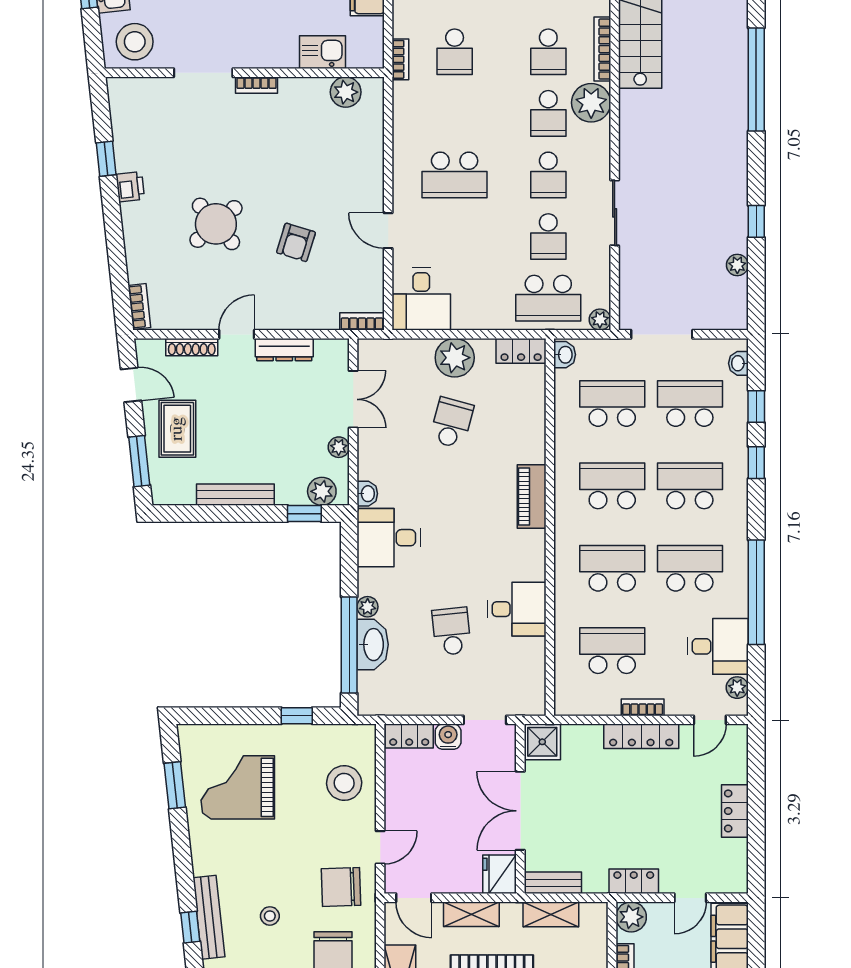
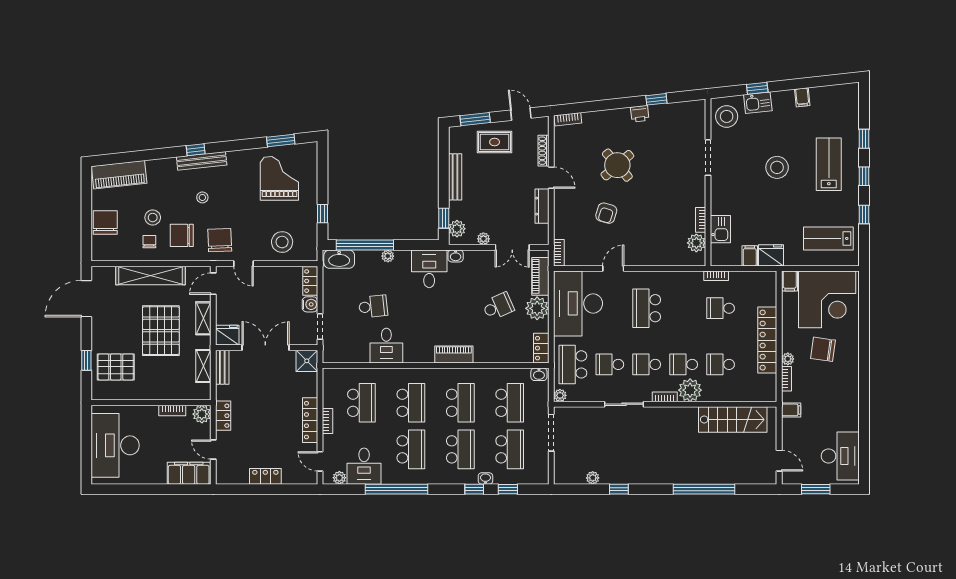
bookcase: (602, 49) -> (665, 397), moved, width x0.64
bookcase: (257, 85) -> (701, 220), moved
armchair: (296, 242) -> (606, 213), turned -90
desk: (421, 299) -> (578, 303), width x1.87, depth x1.30
piano: (401, 352) -> (540, 276), added
washbasin: (738, 363) -> (485, 478), moved
door: (131, 385) -> (521, 114), swing flipped
school desk: (452, 423) -> (498, 306), turned -39
washbasin: (373, 645) -> (339, 259), moved

